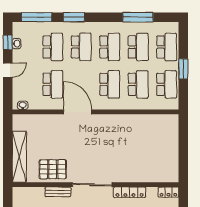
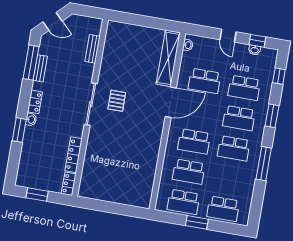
window: (37, 17) -> (279, 76), width x0.46
window: (138, 17) -> (264, 164), moved
school desk: (138, 47) -> (228, 179), removed
shelving: (19, 157) -> (168, 58), moved, turned 90
pallet: (53, 169) -> (117, 101), moved, width x0.67, depth x0.71
bench: (58, 192) -> (92, 49), moved
locker: (129, 192) -> (74, 155), moved

